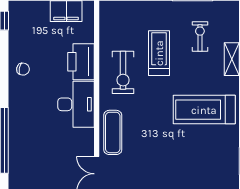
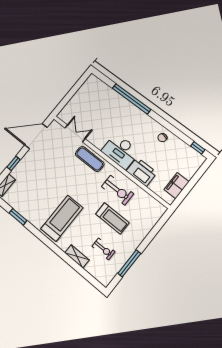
exercise bike: (123, 72) -> (118, 190), turned 180

